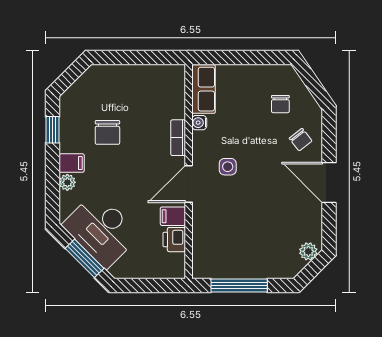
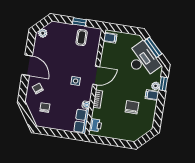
window: (52, 130) -> (163, 84), moved
filing cabinet: (173, 216) -> (110, 38), moved
printer: (174, 240) -> (95, 125), moved
coffee table: (230, 255) -> (82, 38), added
window: (239, 285) -> (79, 22), width x0.46

